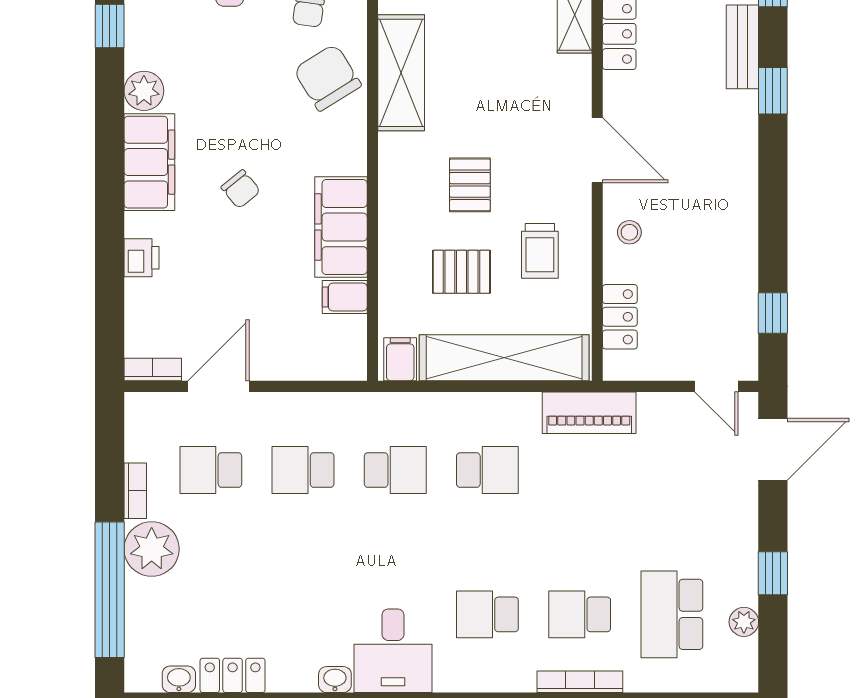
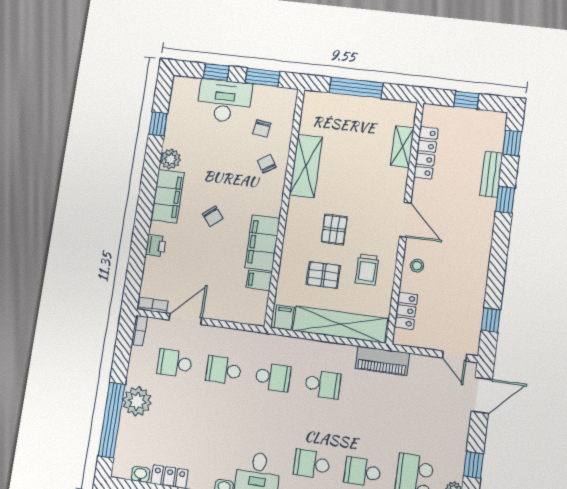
chair: (327, 78) -> (267, 164), width x0.54, depth x0.54
bookcase: (135, 491) -> (139, 331), moved

